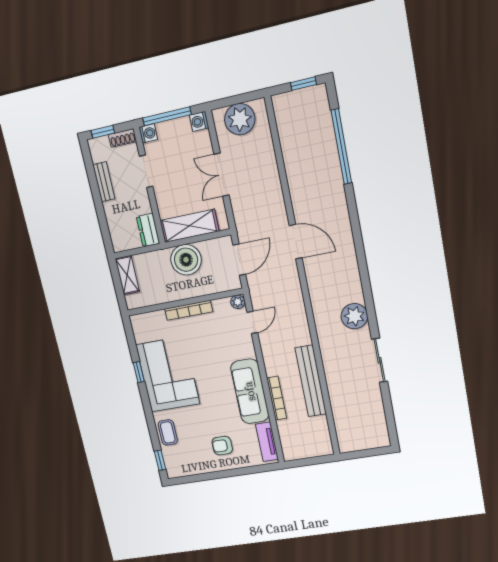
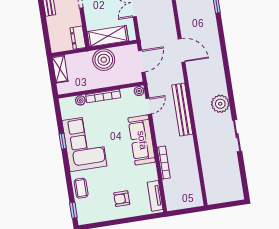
plant: (158, 317) -> (80, 100), added
bench: (311, 381) -> (182, 110), moved
sofa: (250, 391) -> (142, 140), moved

